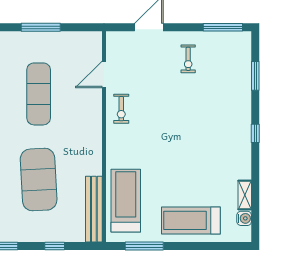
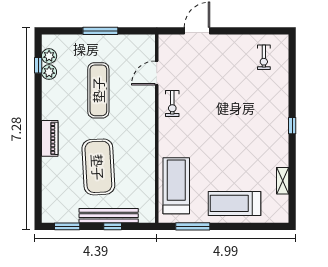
window: (223, 27) -> (263, 31), removed
exercise bike: (188, 59) -> (264, 57), moved
window: (255, 76) -> (292, 74), removed
bench: (94, 209) -> (109, 216), moved, turned 90
water cooler: (244, 218) -> (282, 202), removed

